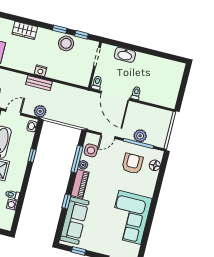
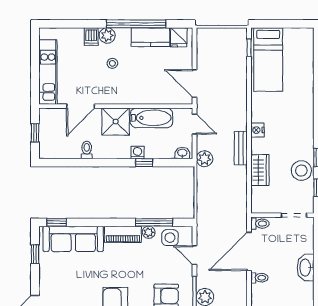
wardrobe: (25, 30) -> (260, 170), moved, turned 180
washbasin: (125, 55) -> (306, 268), moved
nightstand: (41, 71) -> (257, 130), moved
window: (66, 201) -> (57, 222), moved
washing machine: (12, 205) -> (138, 152), moved

